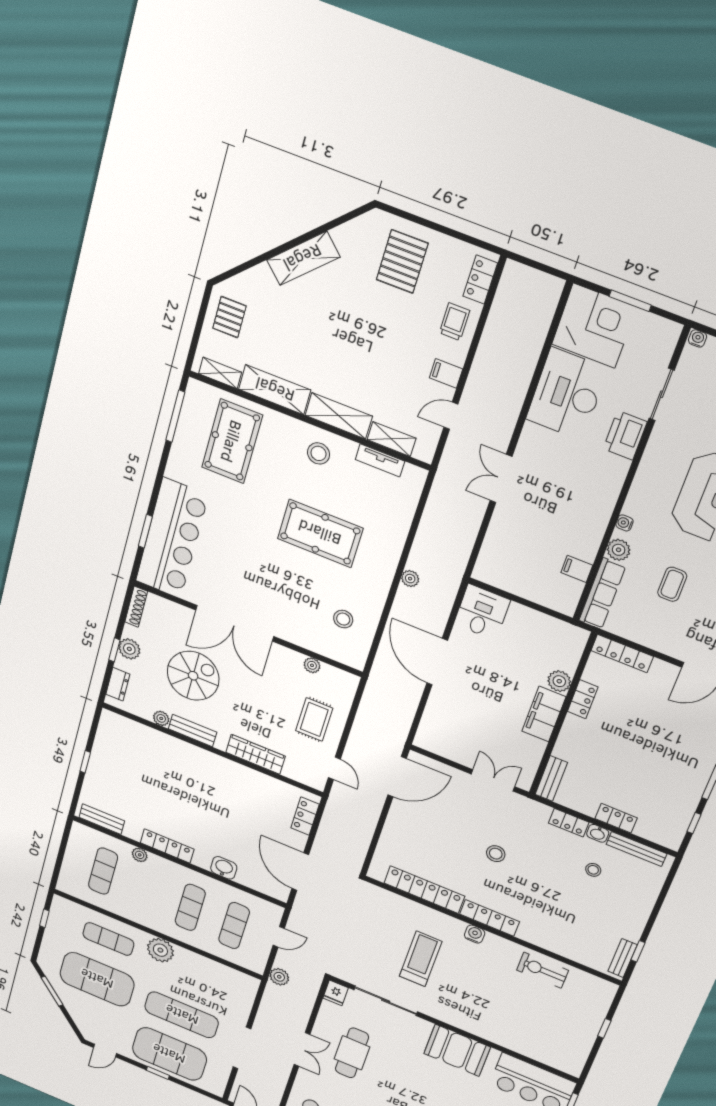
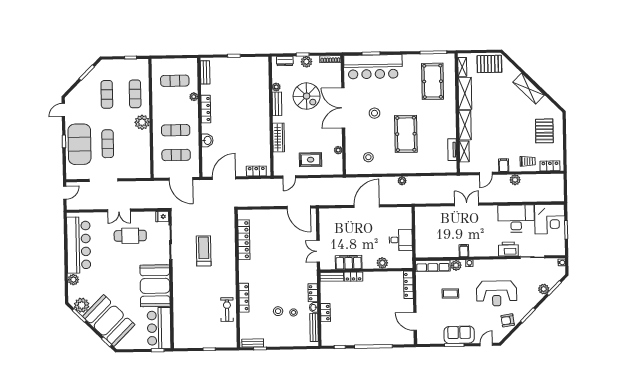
pallet: (402, 261) -> (544, 131), turned 90
pallet: (229, 317) -> (489, 64), width x1.50, depth x1.42
door: (451, 416) -> (486, 174), swing flipped
pool table: (232, 441) -> (433, 81), turned 90
stool: (318, 453) -> (374, 113), moved
filing cabinet: (577, 569) -> (464, 251), moved
desk: (482, 612) -> (401, 240), moved
locker: (583, 699) -> (353, 277), moved
filing cabinet: (544, 714) -> (349, 262), moved
double door: (493, 780) -> (318, 251), swing flipped
stool: (496, 854) -> (278, 311), moved
locker: (489, 918) -> (244, 298), moved
water cooler: (475, 934) -> (231, 271), removed
door: (279, 937) -> (181, 179), width x1.88
treadmill: (421, 959) -> (204, 251), turned -90
plant: (279, 977) -> (515, 180), moved
exercise mat: (97, 979) -> (107, 94), width x0.50, depth x0.69
exercise mat: (182, 1015) -> (108, 144), width x0.73, depth x0.69
booth: (457, 1050) -> (155, 286), width x1.36, depth x1.42
door: (105, 1051) -> (63, 110), hinge flipped

